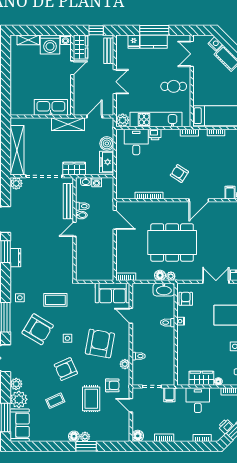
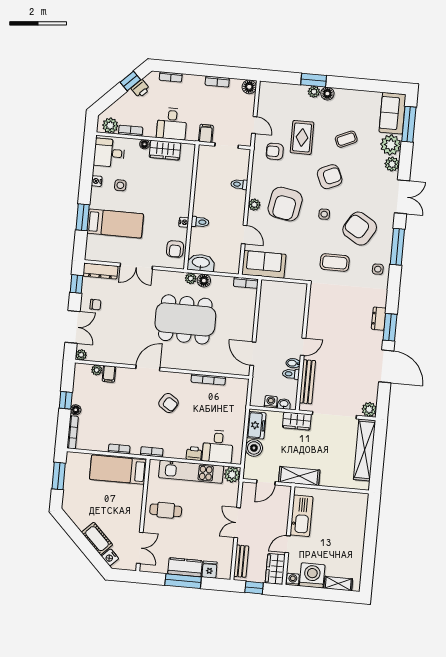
kitchen sink: (51, 107) -> (301, 516), moved, turned -90
plant: (125, 364) -> (254, 205), moved

